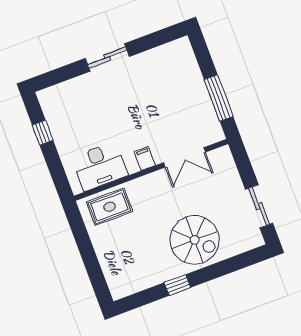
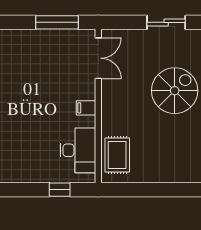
window: (43, 133) -> (60, 190), moved
double door: (184, 157) -> (98, 58), moved

